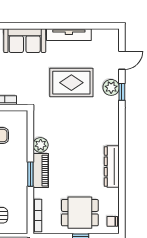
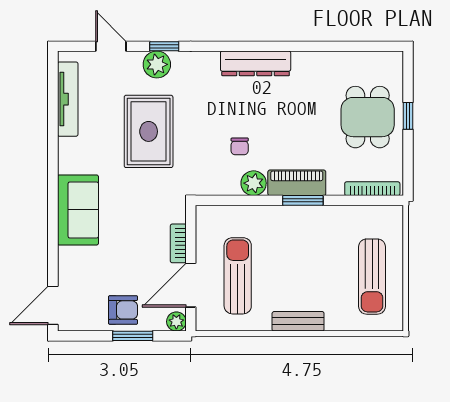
tv unit: (69, 35) -> (68, 99), moved
dresser: (112, 166) -> (256, 63), moved
chair: (112, 221) -> (240, 146), moved

